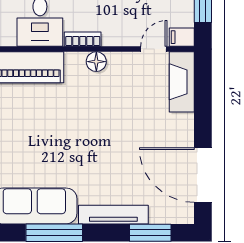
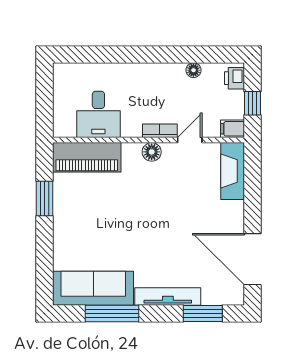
bookcase: (83, 39) -> (160, 131), moved
door: (154, 49) -> (190, 140), moved

